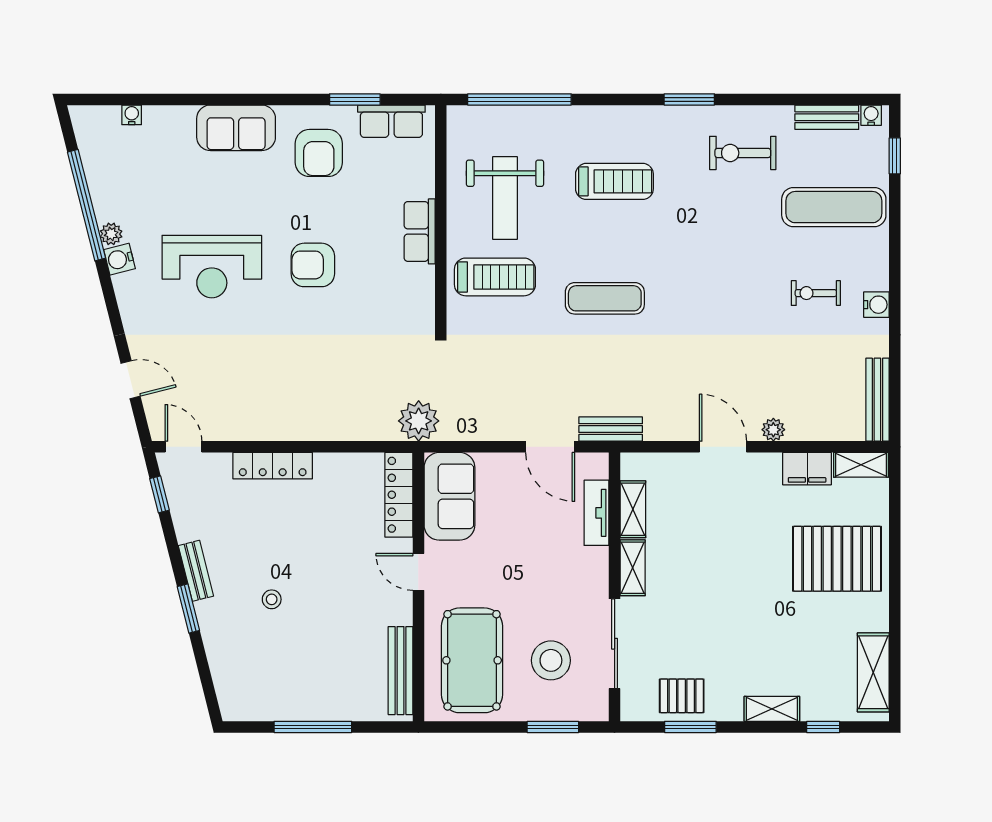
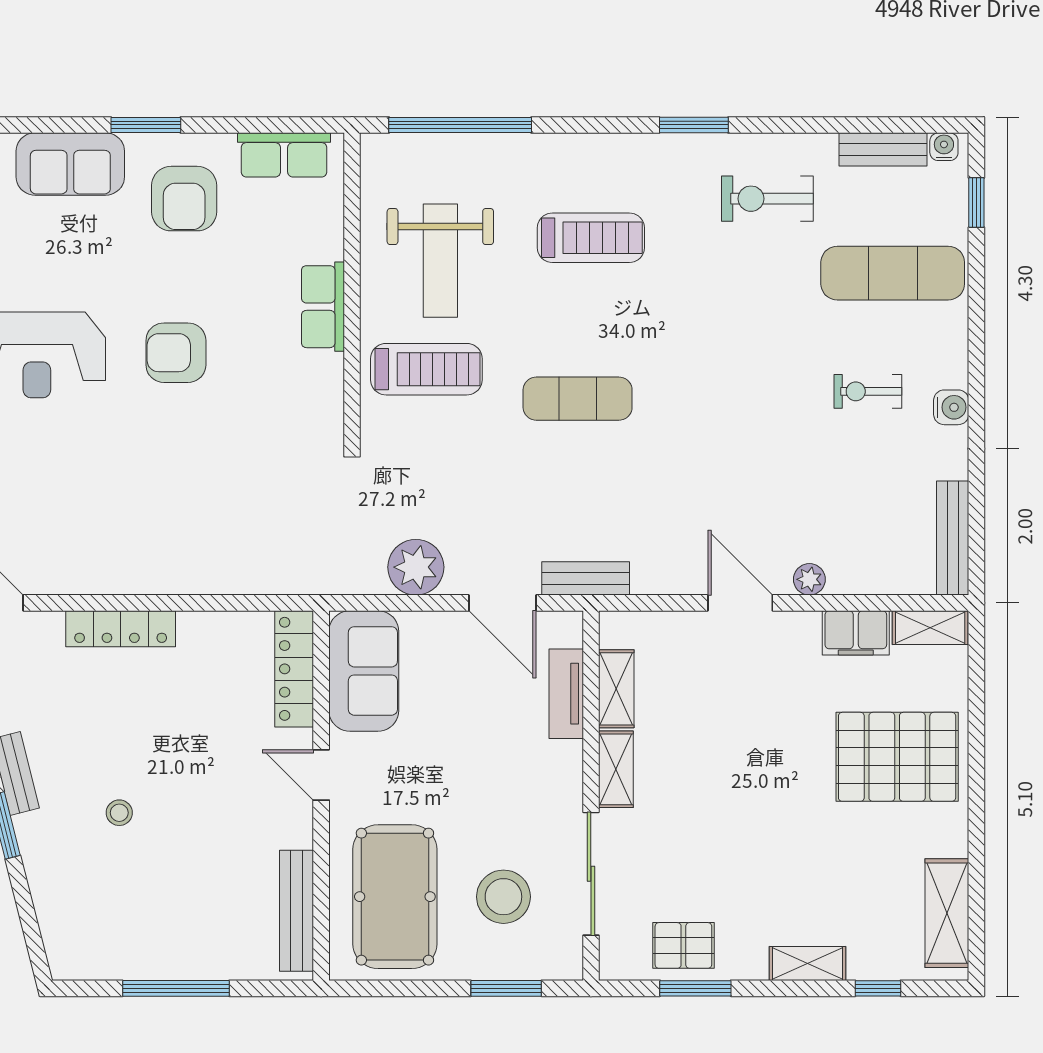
window: (355, 99) -> (146, 125), moved
plant: (419, 421) -> (416, 567), moved

